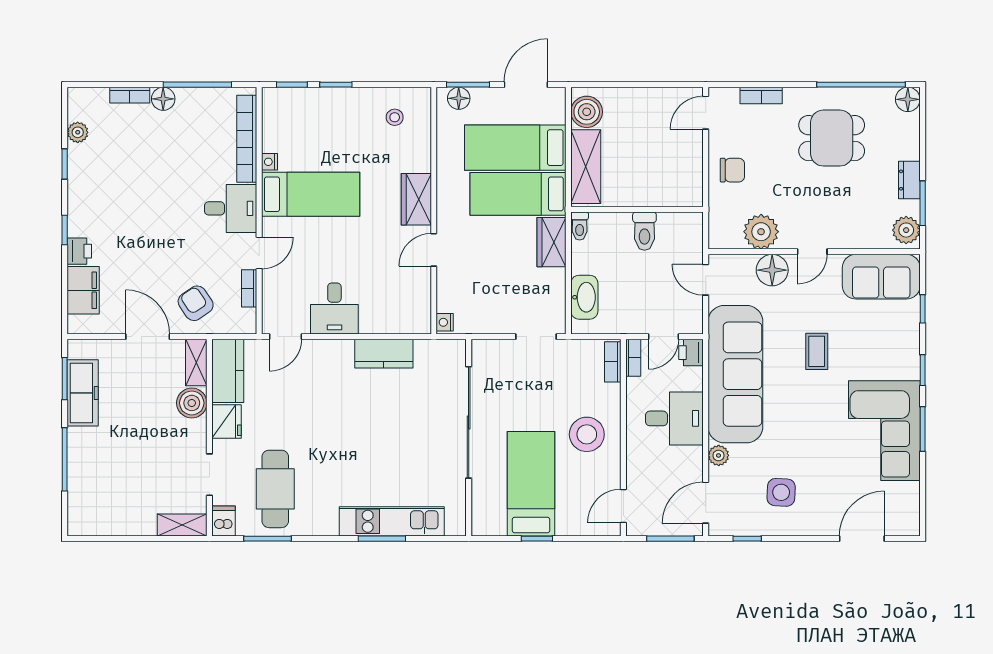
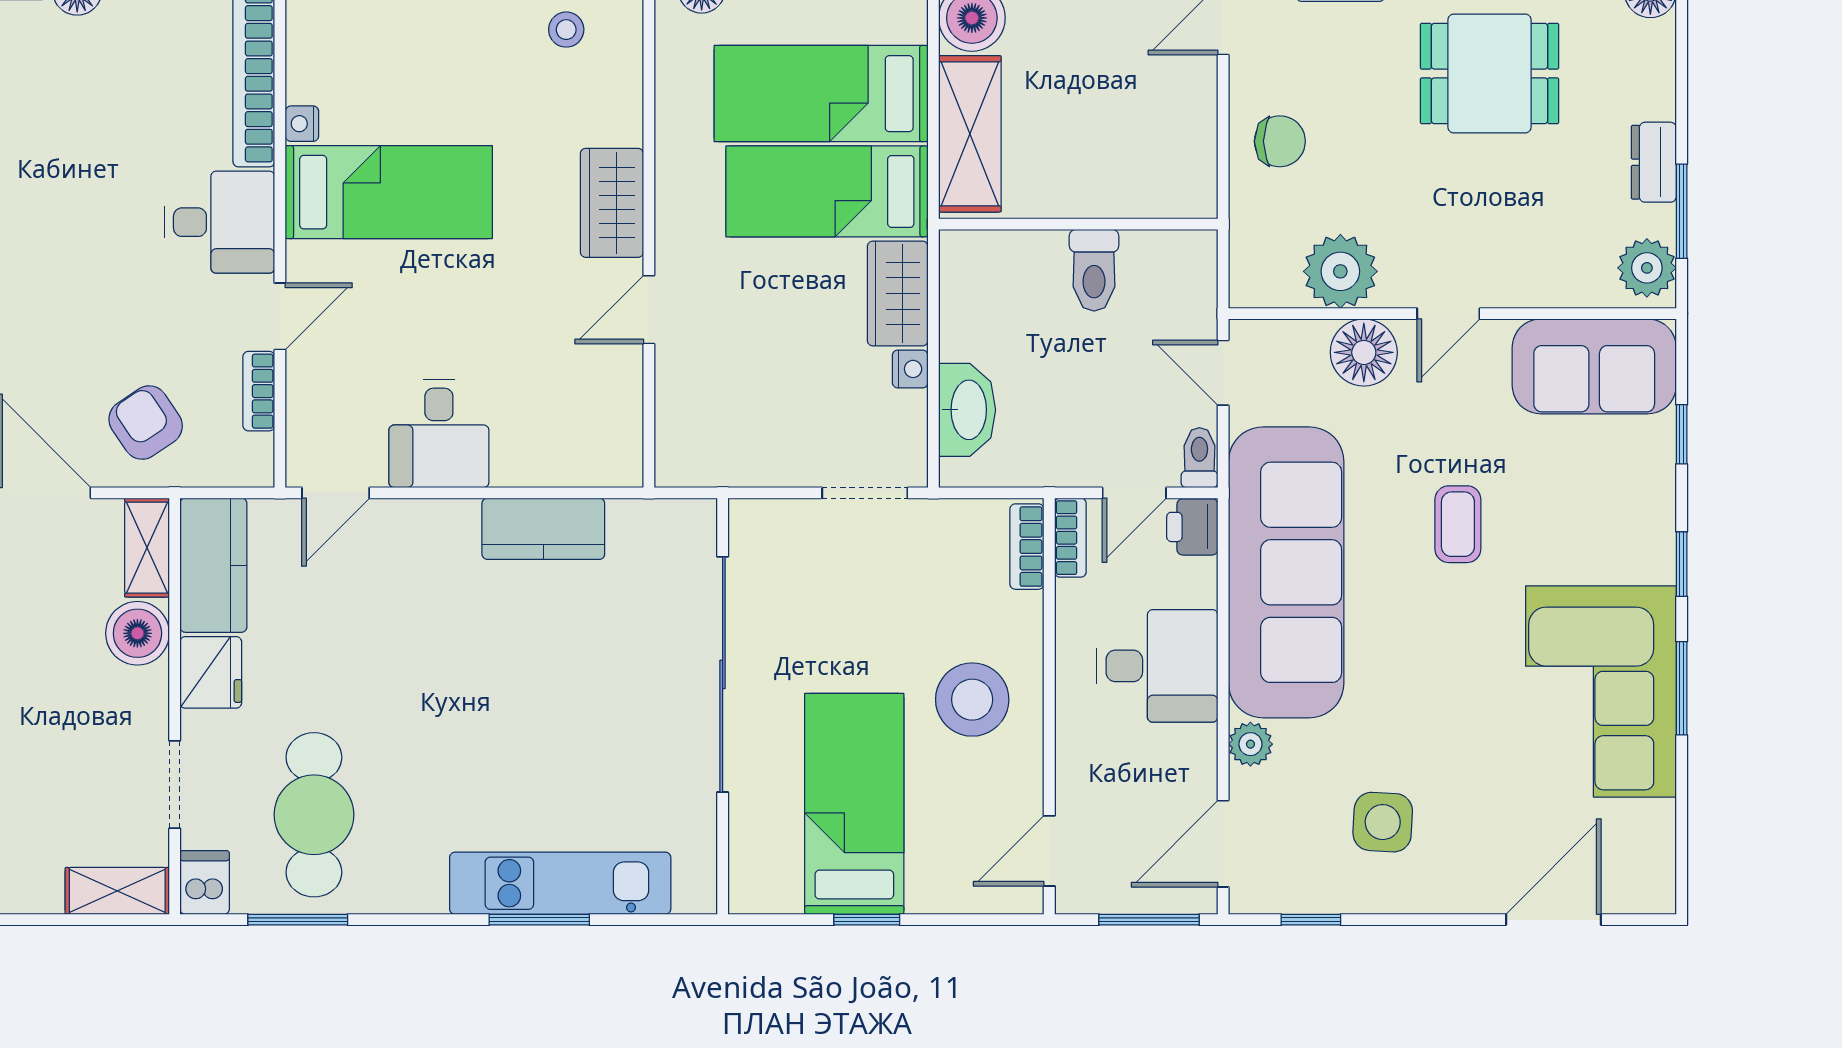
toilet: (580, 226) -> (1199, 458), moved, turned 180
nightstand: (445, 322) -> (910, 369), moved, turned 180

